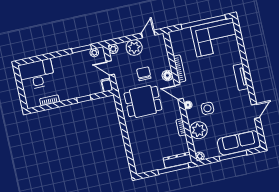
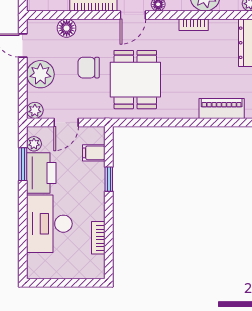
printer: (79, 60) -> (41, 173), added
desk: (37, 74) -> (49, 224), moved
floor lamp: (167, 75) -> (67, 28), moved
filing cabinet: (107, 85) -> (94, 153), moved
piano: (137, 153) -> (222, 108), added

